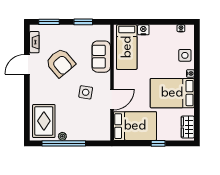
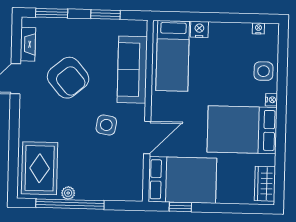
sofa: (101, 57) -> (132, 70), width x1.36
window: (158, 143) -> (180, 207), moved

